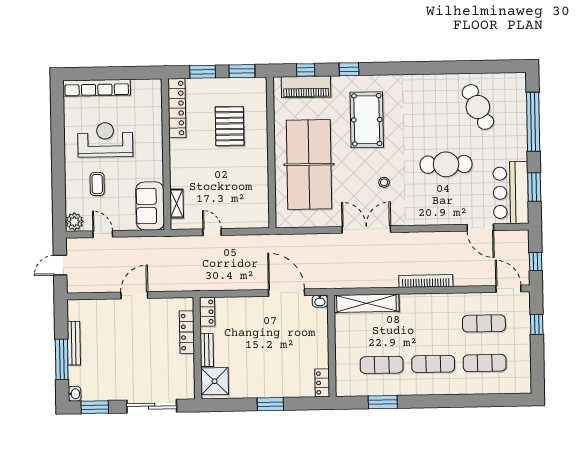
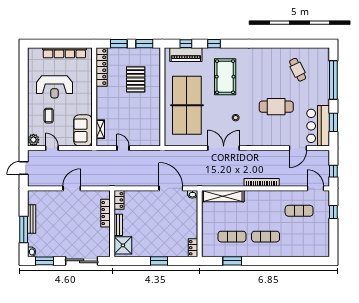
row of seats: (97, 88) -> (64, 53), moved
cafe table: (478, 107) -> (298, 70), width x0.73, depth x0.74
reception desk: (105, 140) -> (54, 87), turned 180
door: (480, 227) -> (298, 148), hinge flipped
exercise mat: (485, 363) -> (299, 237), removed

